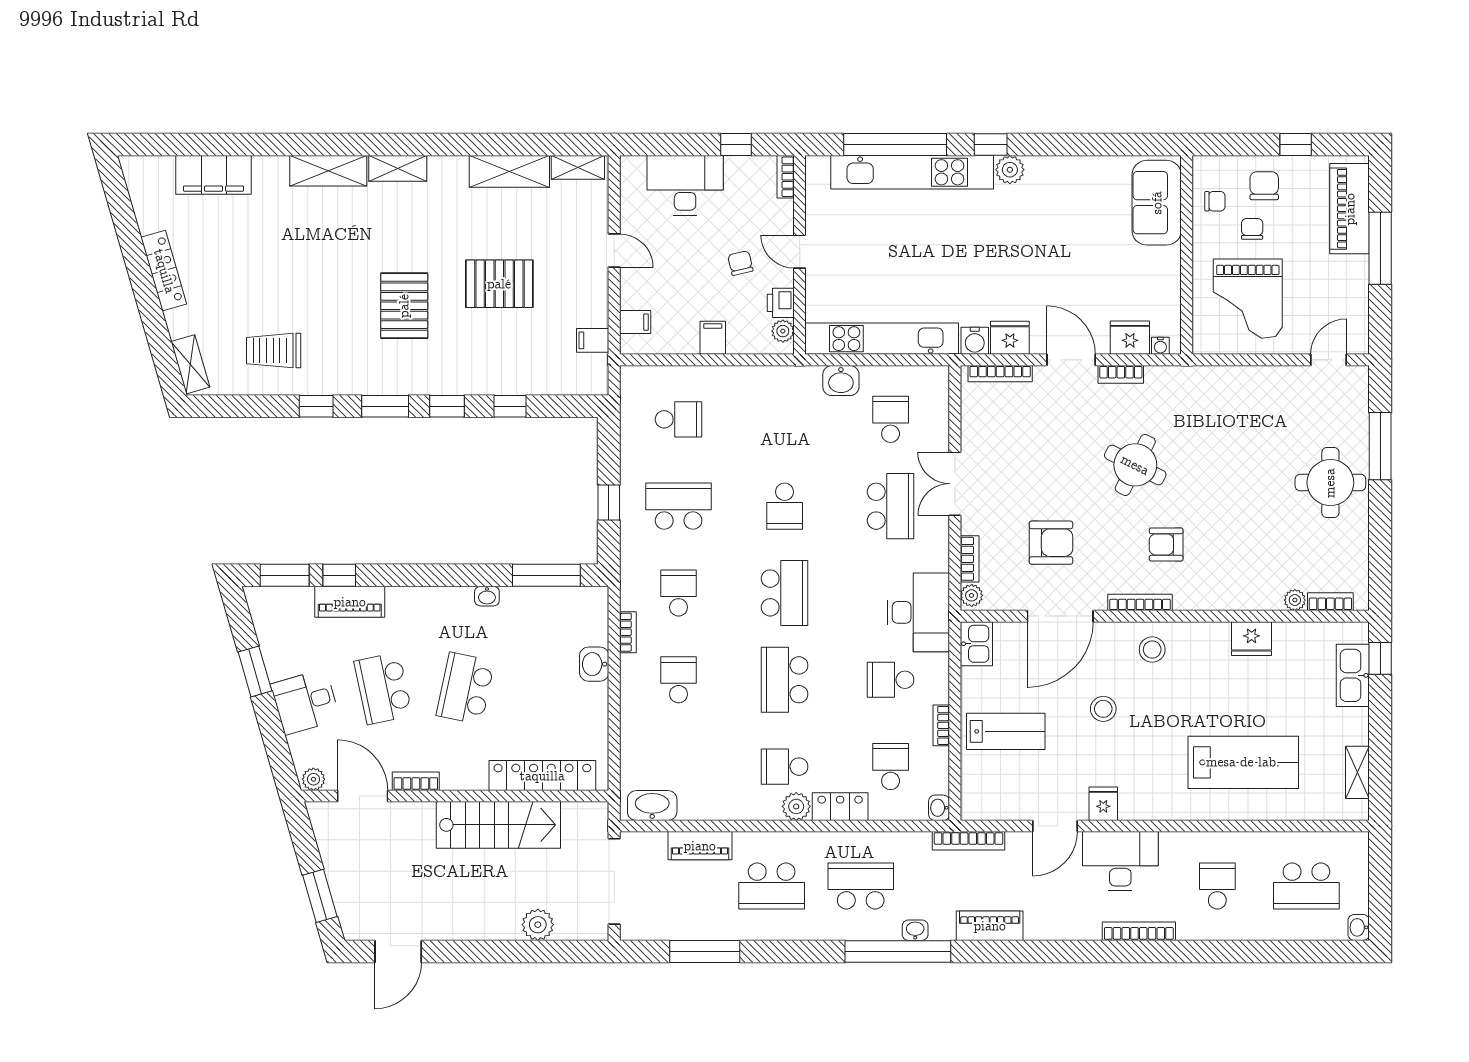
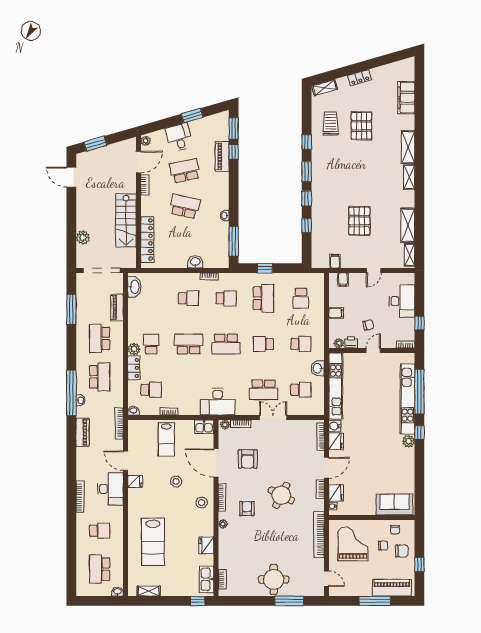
locker: (164, 271) -> (360, 78), width x0.66
grand piano: (1248, 299) -> (353, 544), turned 90
pallet: (404, 306) -> (361, 126), moved, turned 90
bookcase: (1226, 377) -> (319, 534), added
plant: (1295, 600) -> (223, 524), moved
kitchen sink: (1353, 675) -> (207, 579), moved, turned -90
school desk: (891, 680) -> (301, 344), moved, turned 90
washbasin: (1359, 927) -> (117, 592), moved

